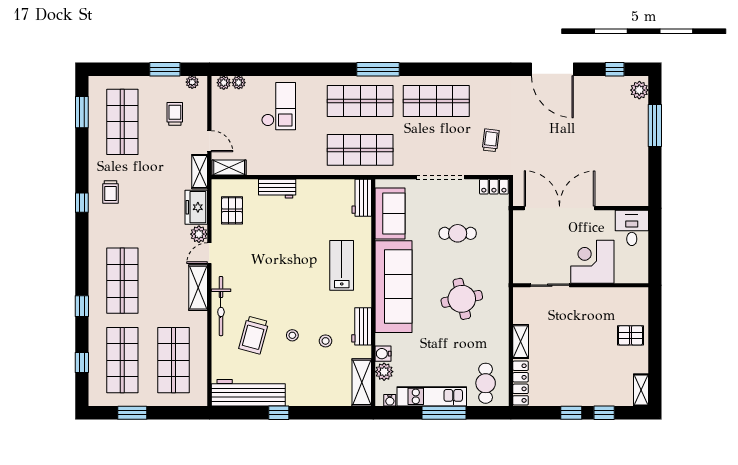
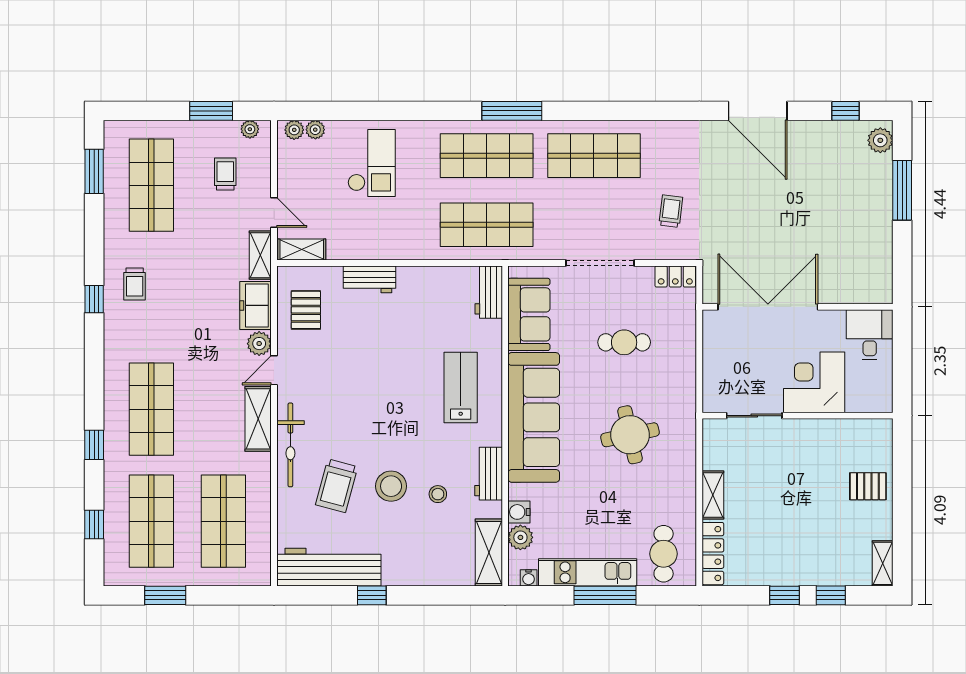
stool: (292, 335) -> (391, 486), width x1.89, depth x1.89

